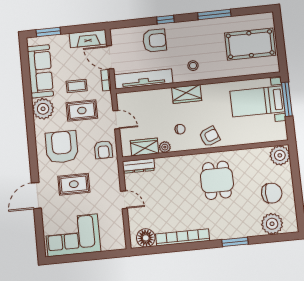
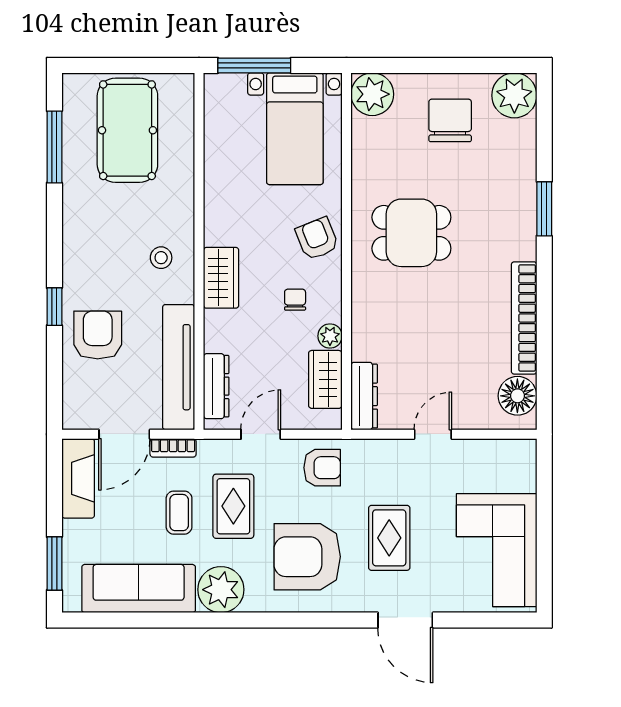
window: (214, 14) -> (54, 147), moved
dresser: (136, 97) -> (216, 386), added
bed with nightstands: (257, 101) -> (295, 129), moved
plant: (272, 224) -> (514, 95), moved

